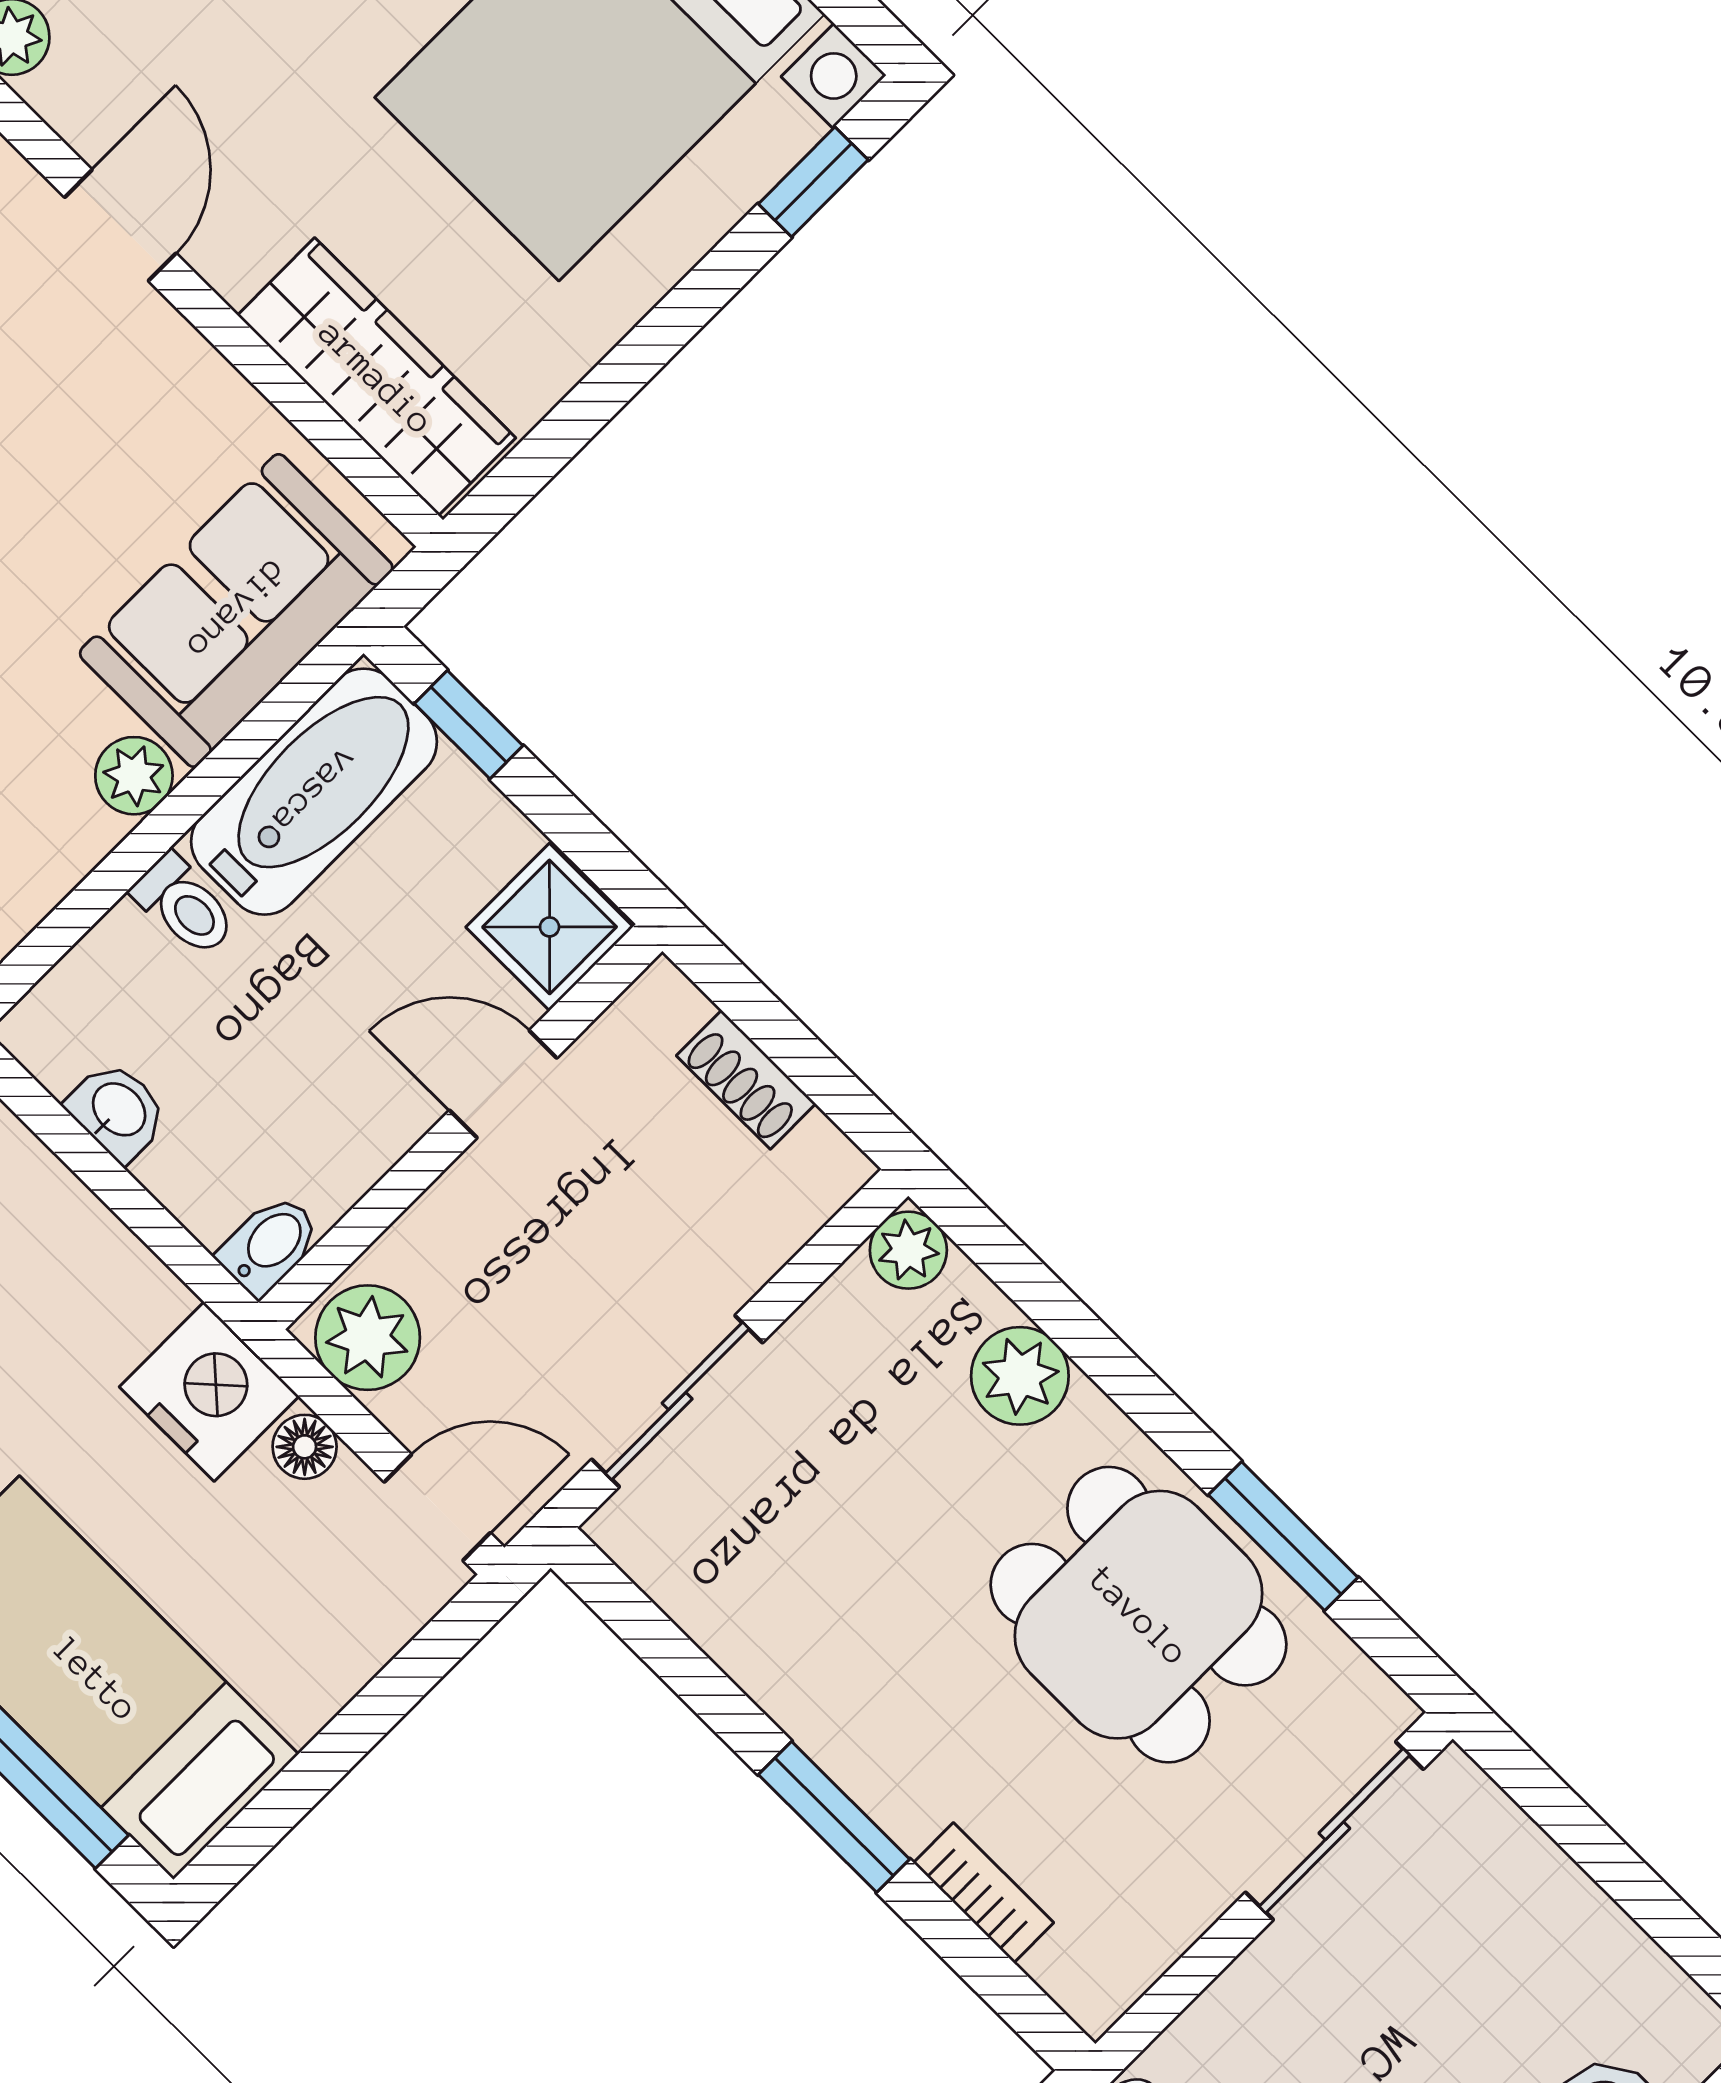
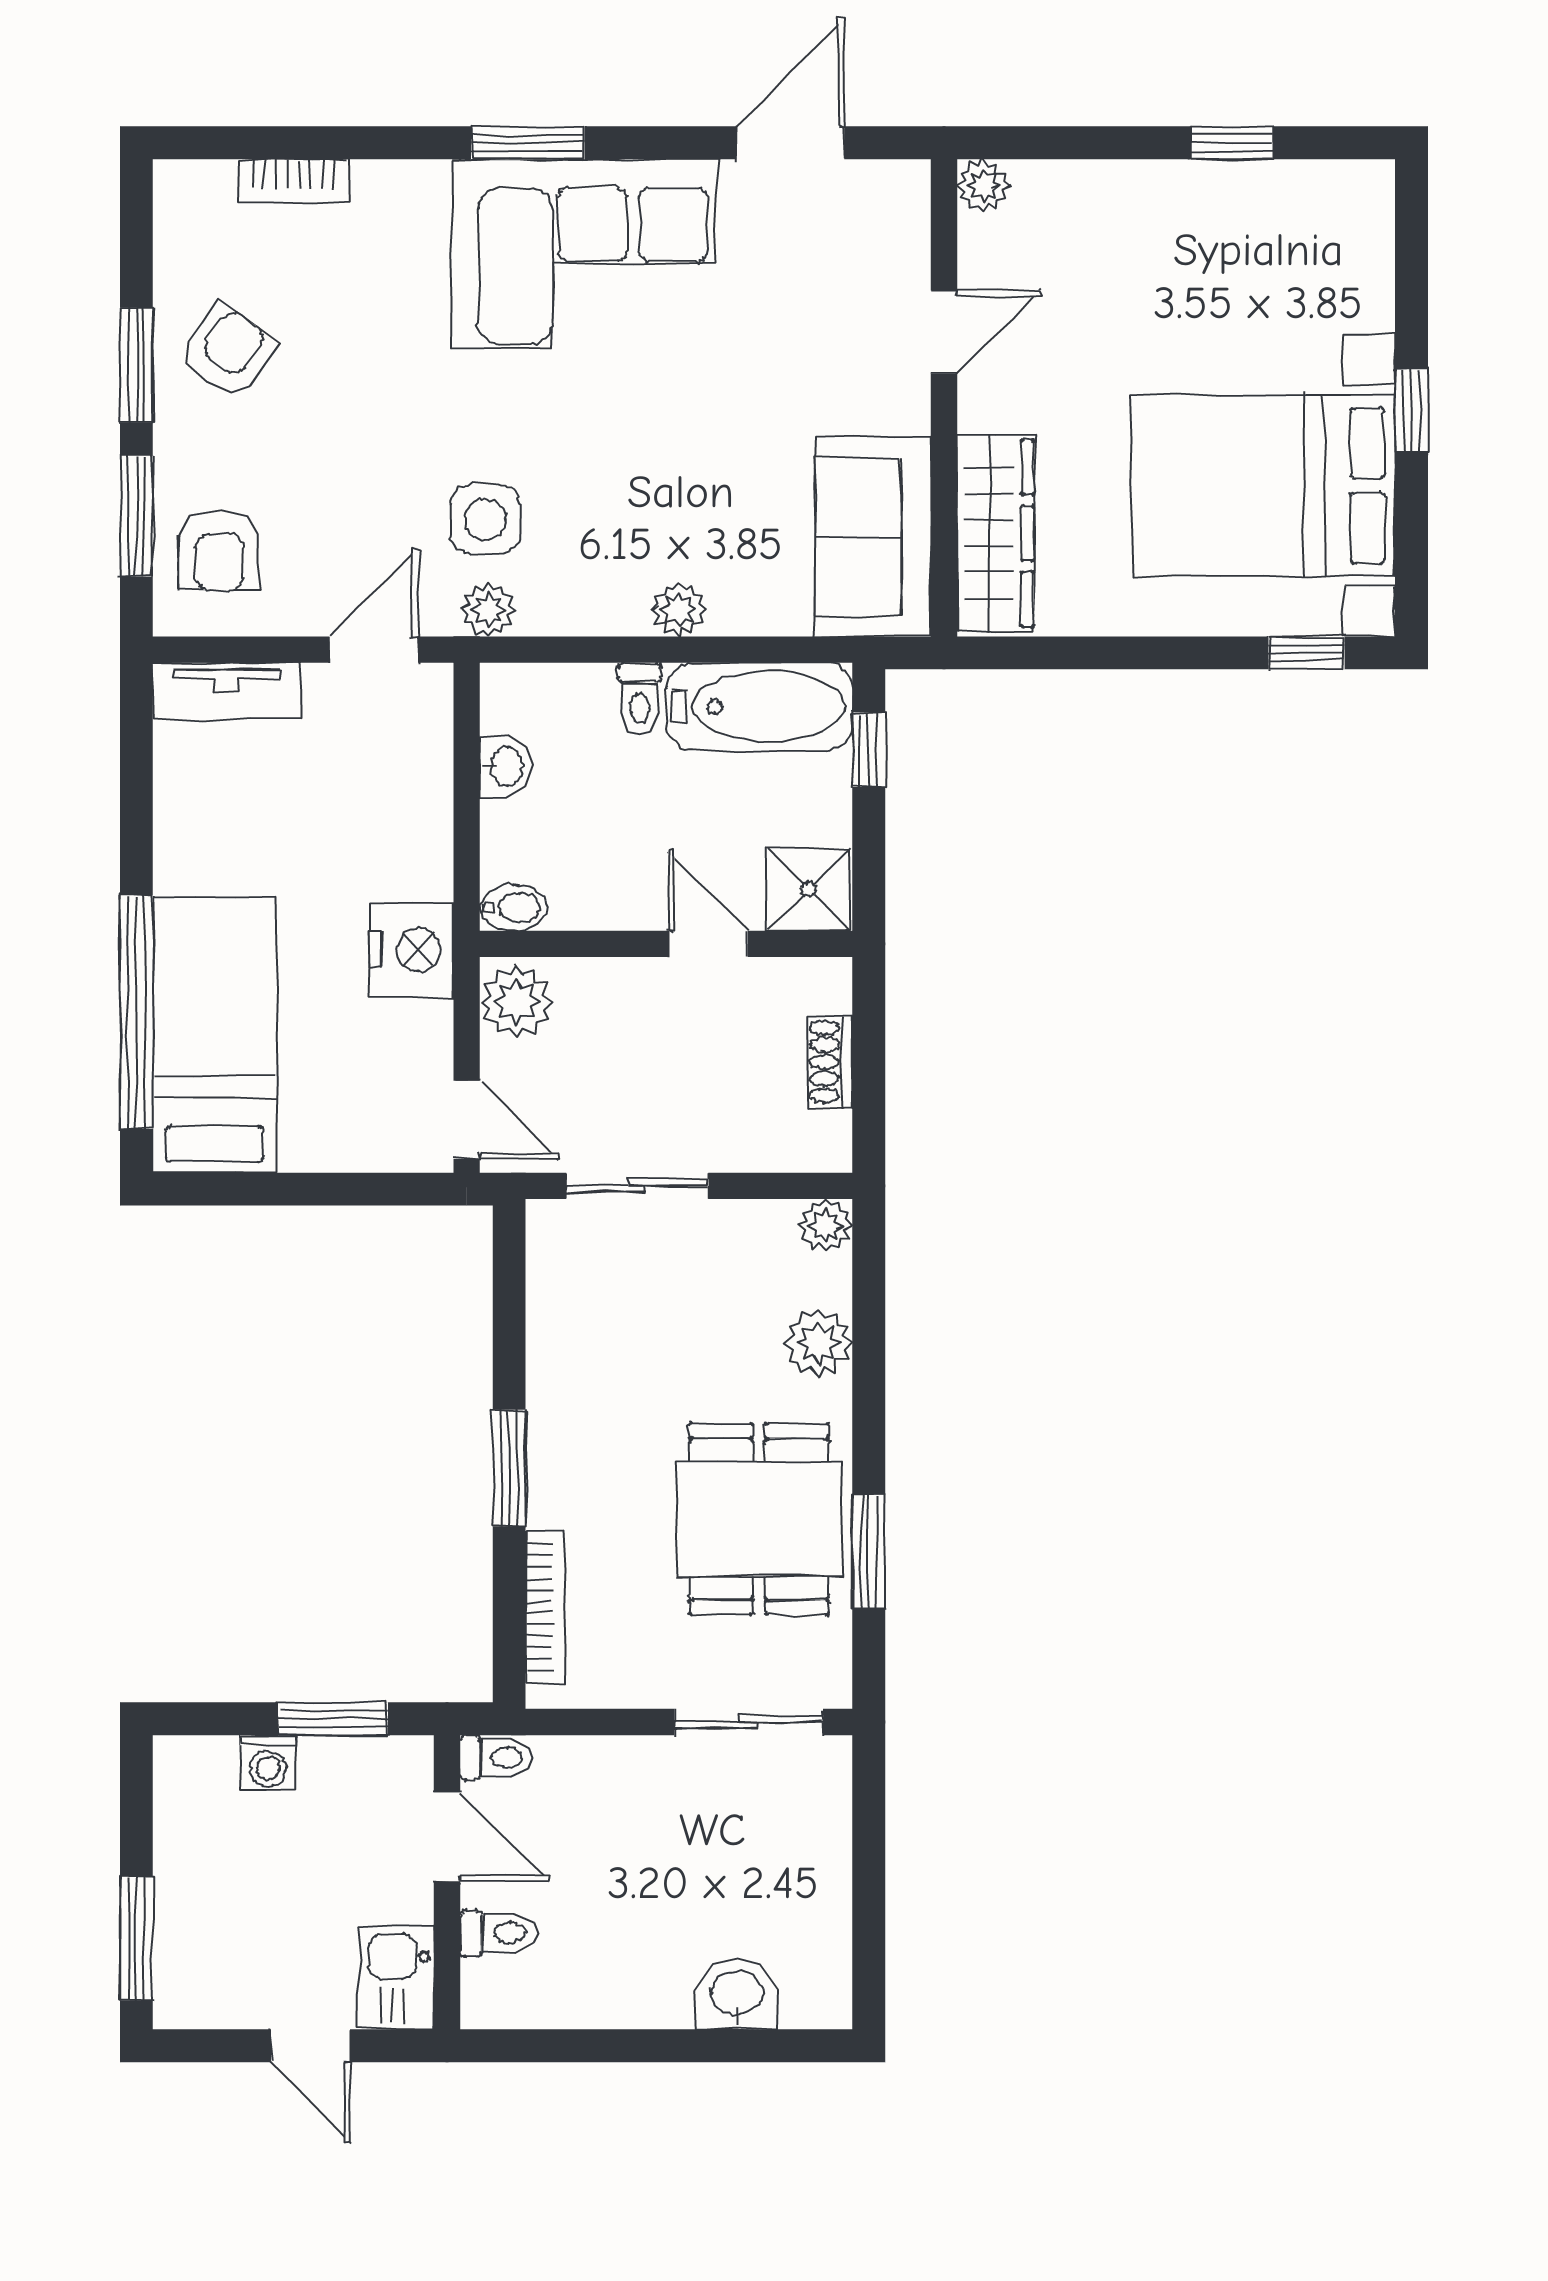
sofa: (236, 611) -> (873, 537), moved, turned -90
floor lamp: (305, 1447) -> (431, 1024), removed
bookcase: (984, 1893) -> (545, 1607), width x1.56

